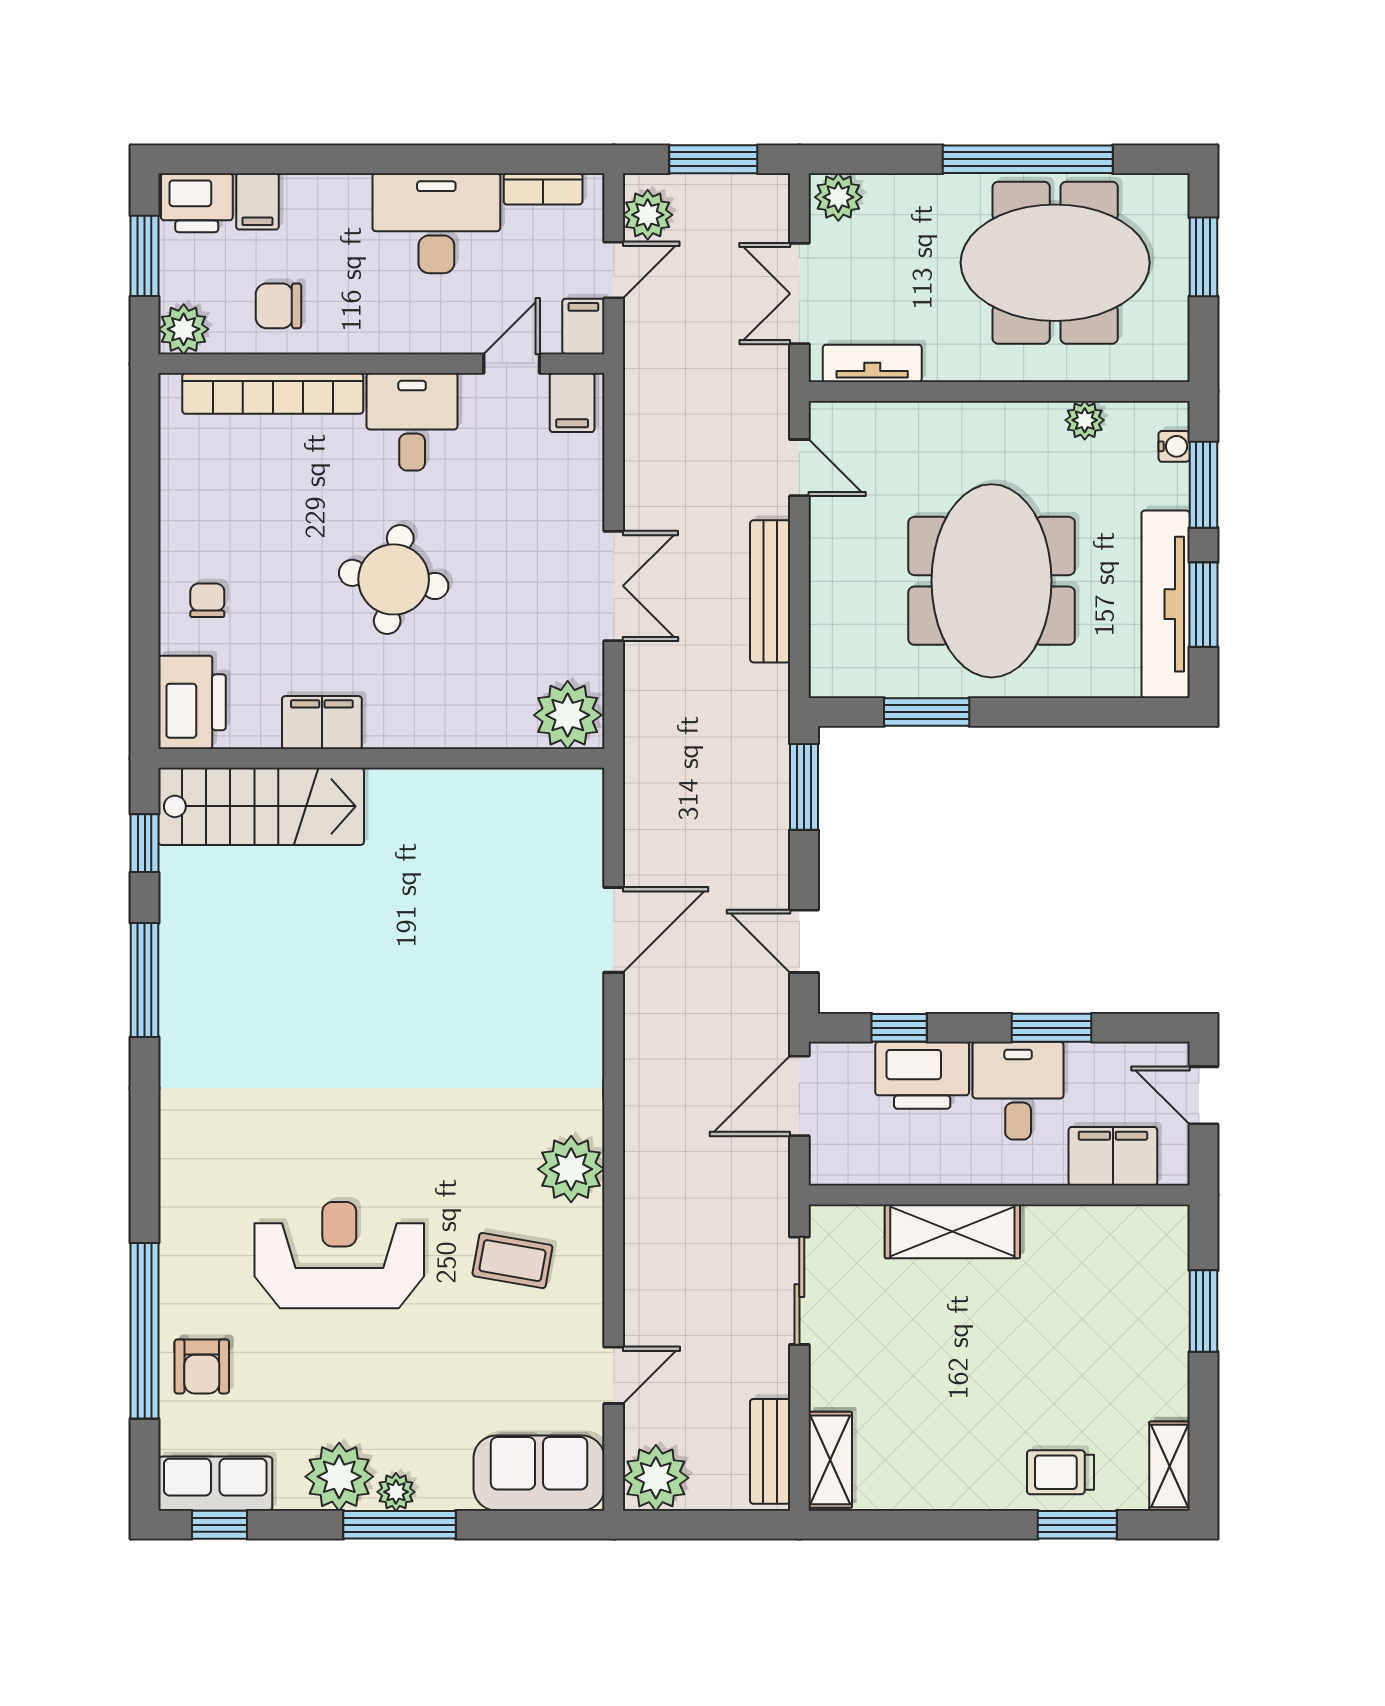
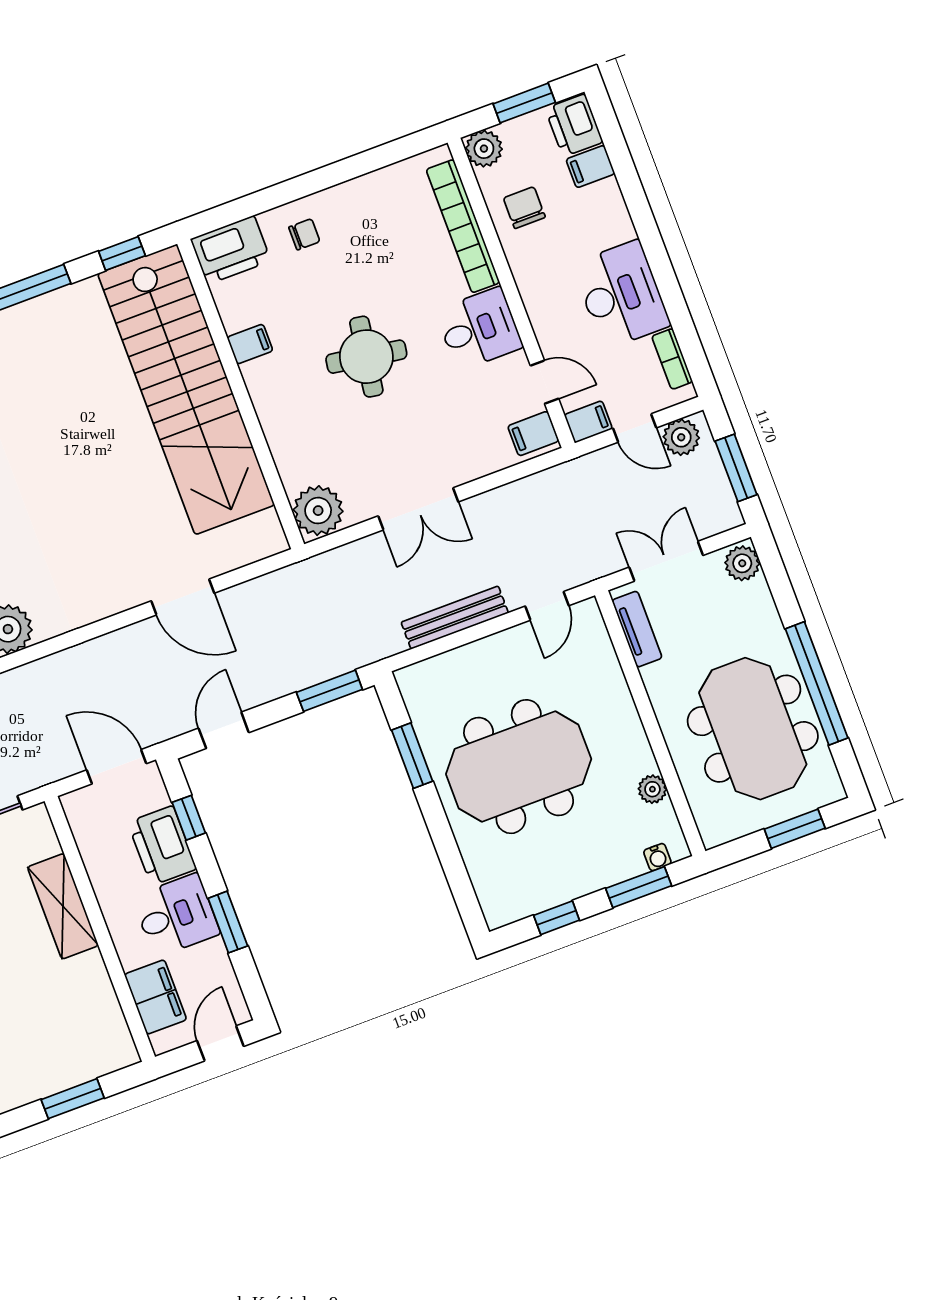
tv unit: (1166, 604) -> (547, 892), removed
window: (1203, 605) -> (557, 918), width x0.67
filing cabinet: (322, 723) -> (250, 344), width x0.50
stairs: (261, 806) -> (186, 389), width x1.86, depth x1.51

